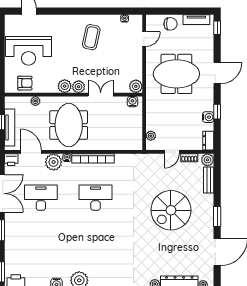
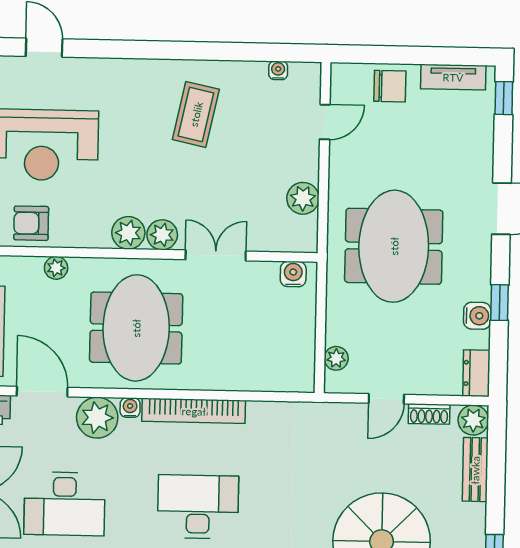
meeting table: (176, 74) -> (394, 246), moved, turned 90
armchair: (25, 83) -> (31, 223), turned 180
plant: (136, 86) -> (303, 198), moved
desk: (41, 198) -> (64, 504), turned 180

